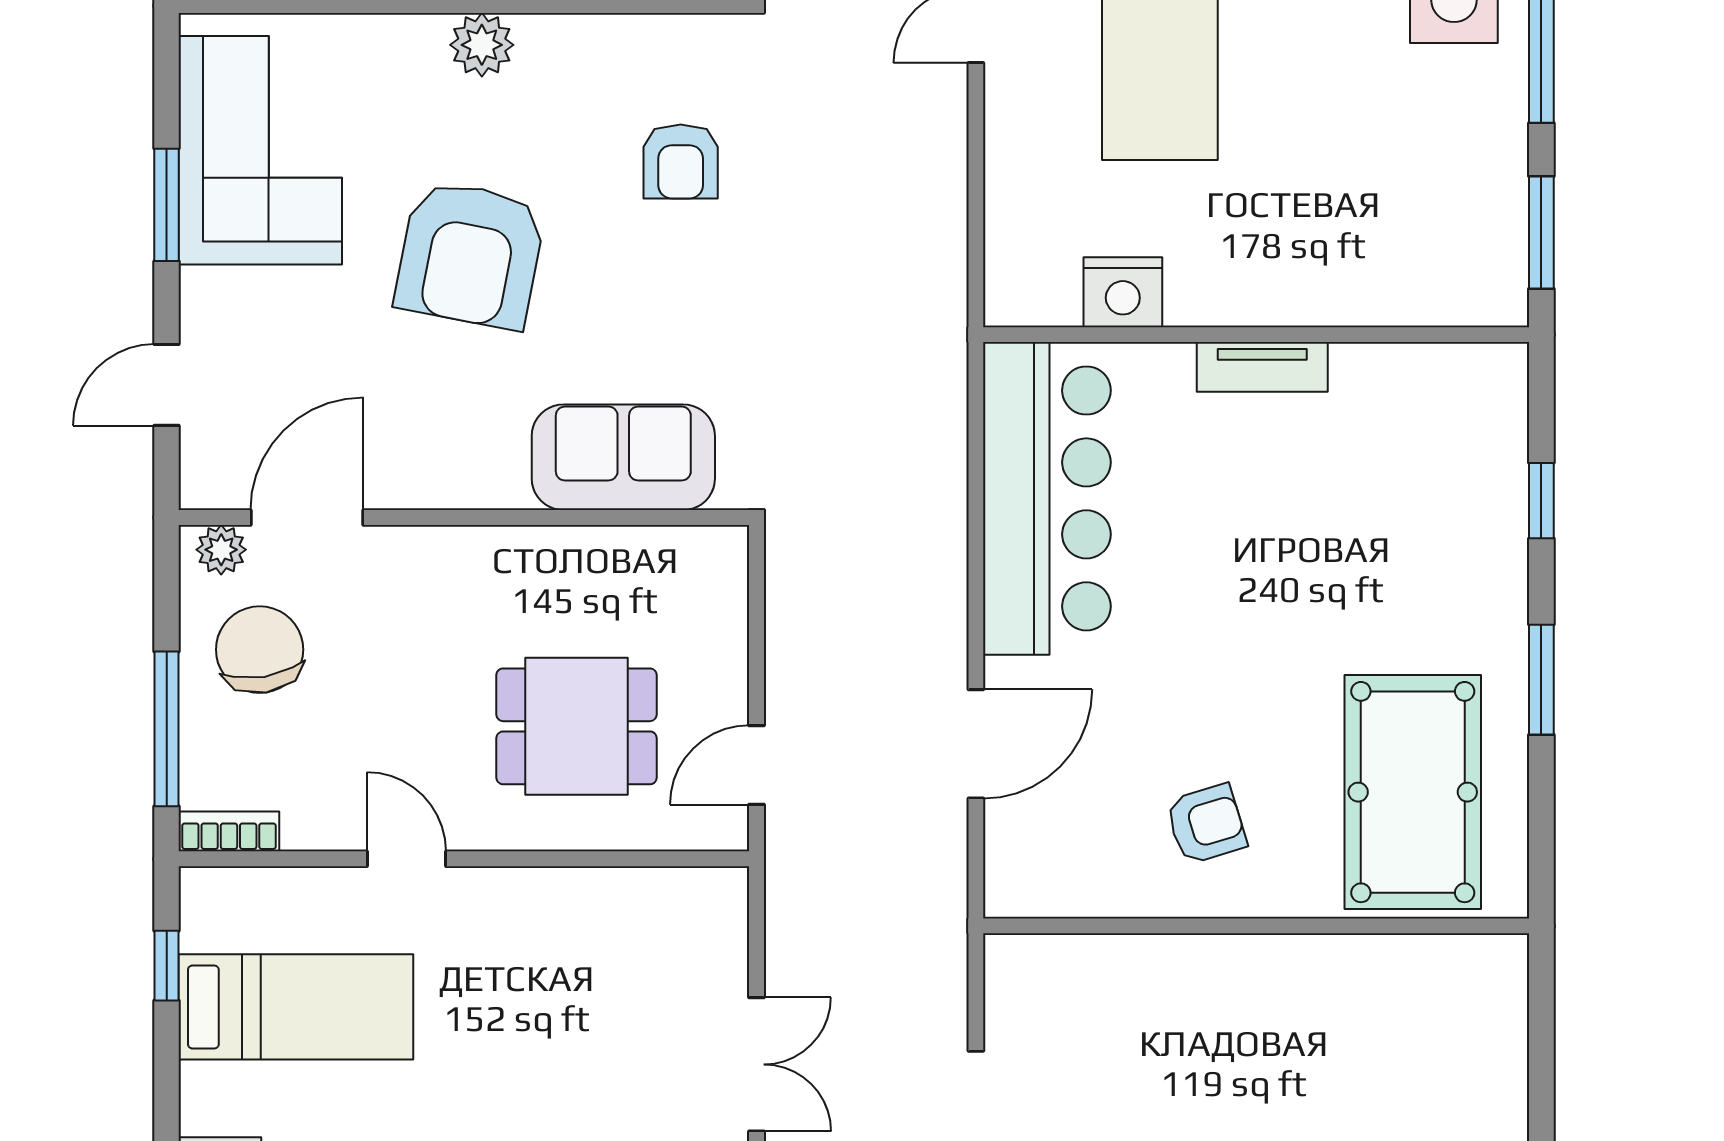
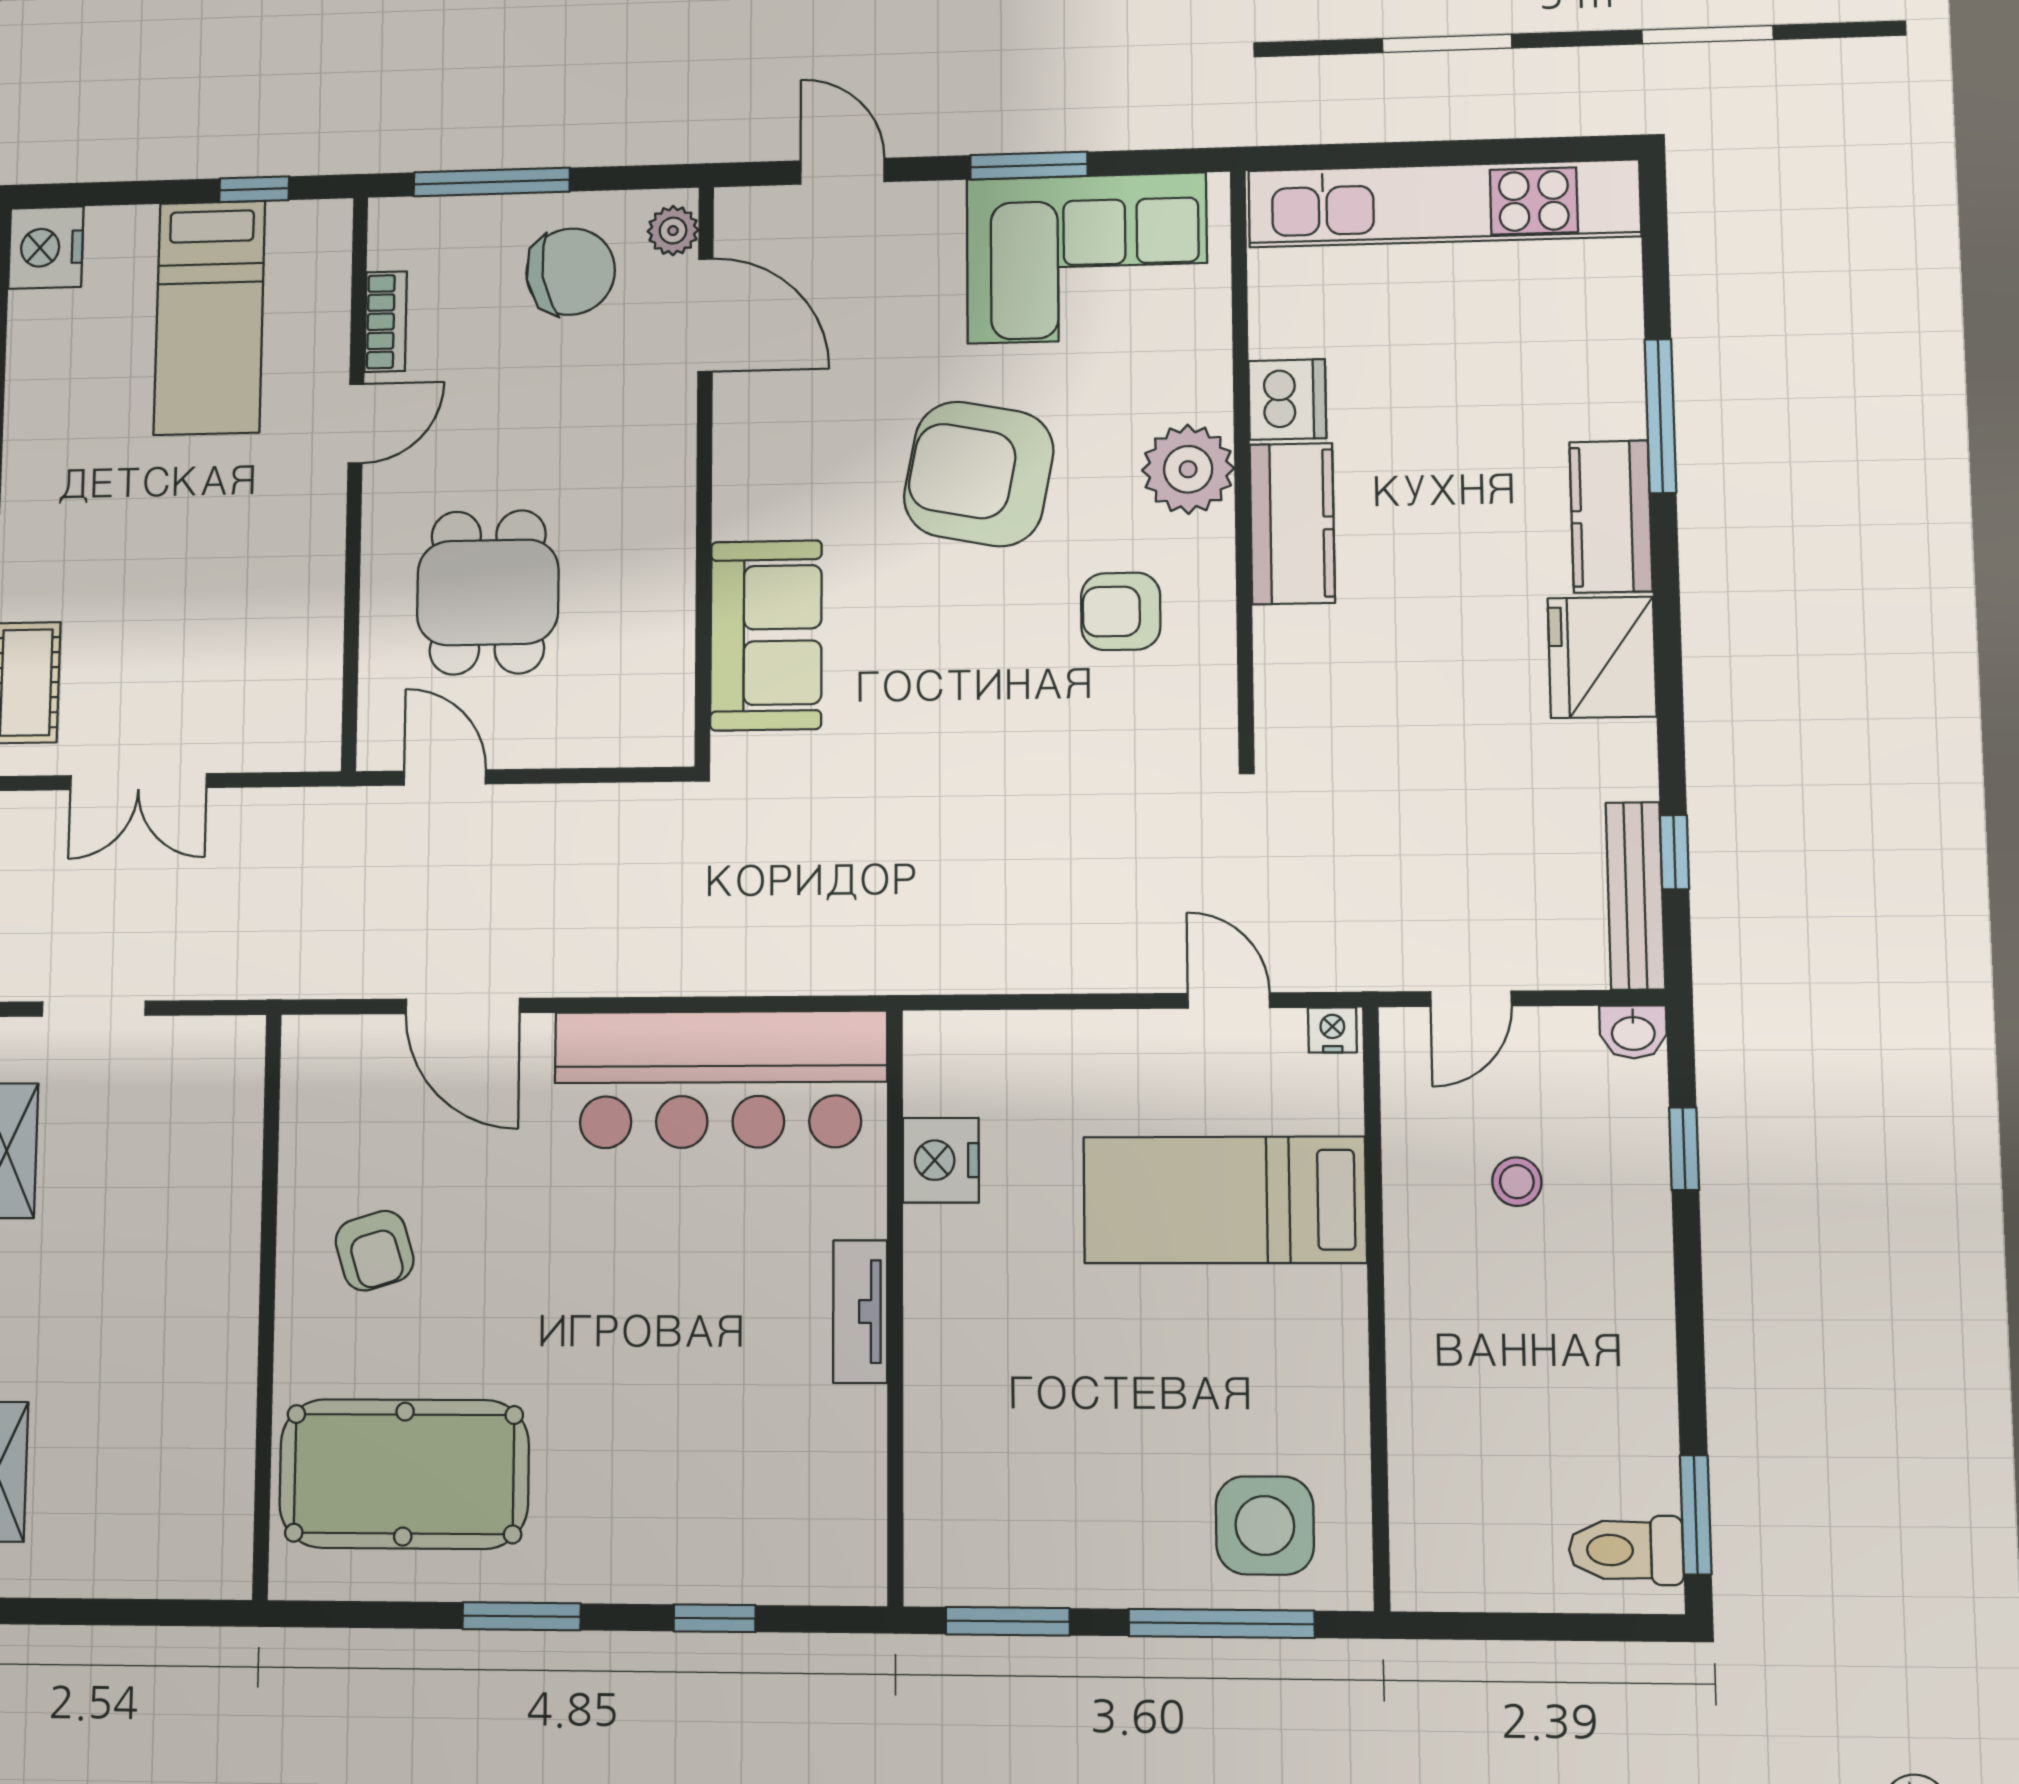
plant: (482, 45) -> (1188, 469), width x1.36, depth x1.36
armchair: (681, 161) -> (1121, 611), moved
bookcase: (229, 831) -> (386, 322), moved

